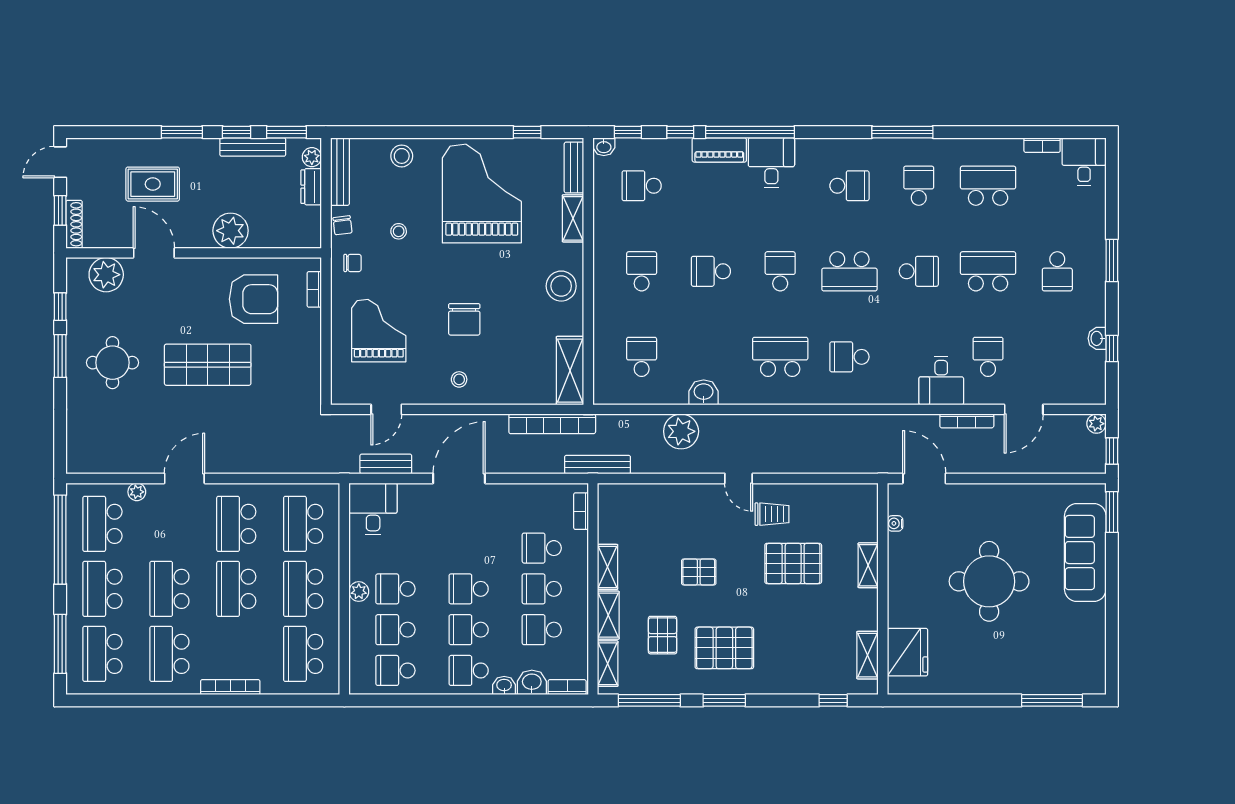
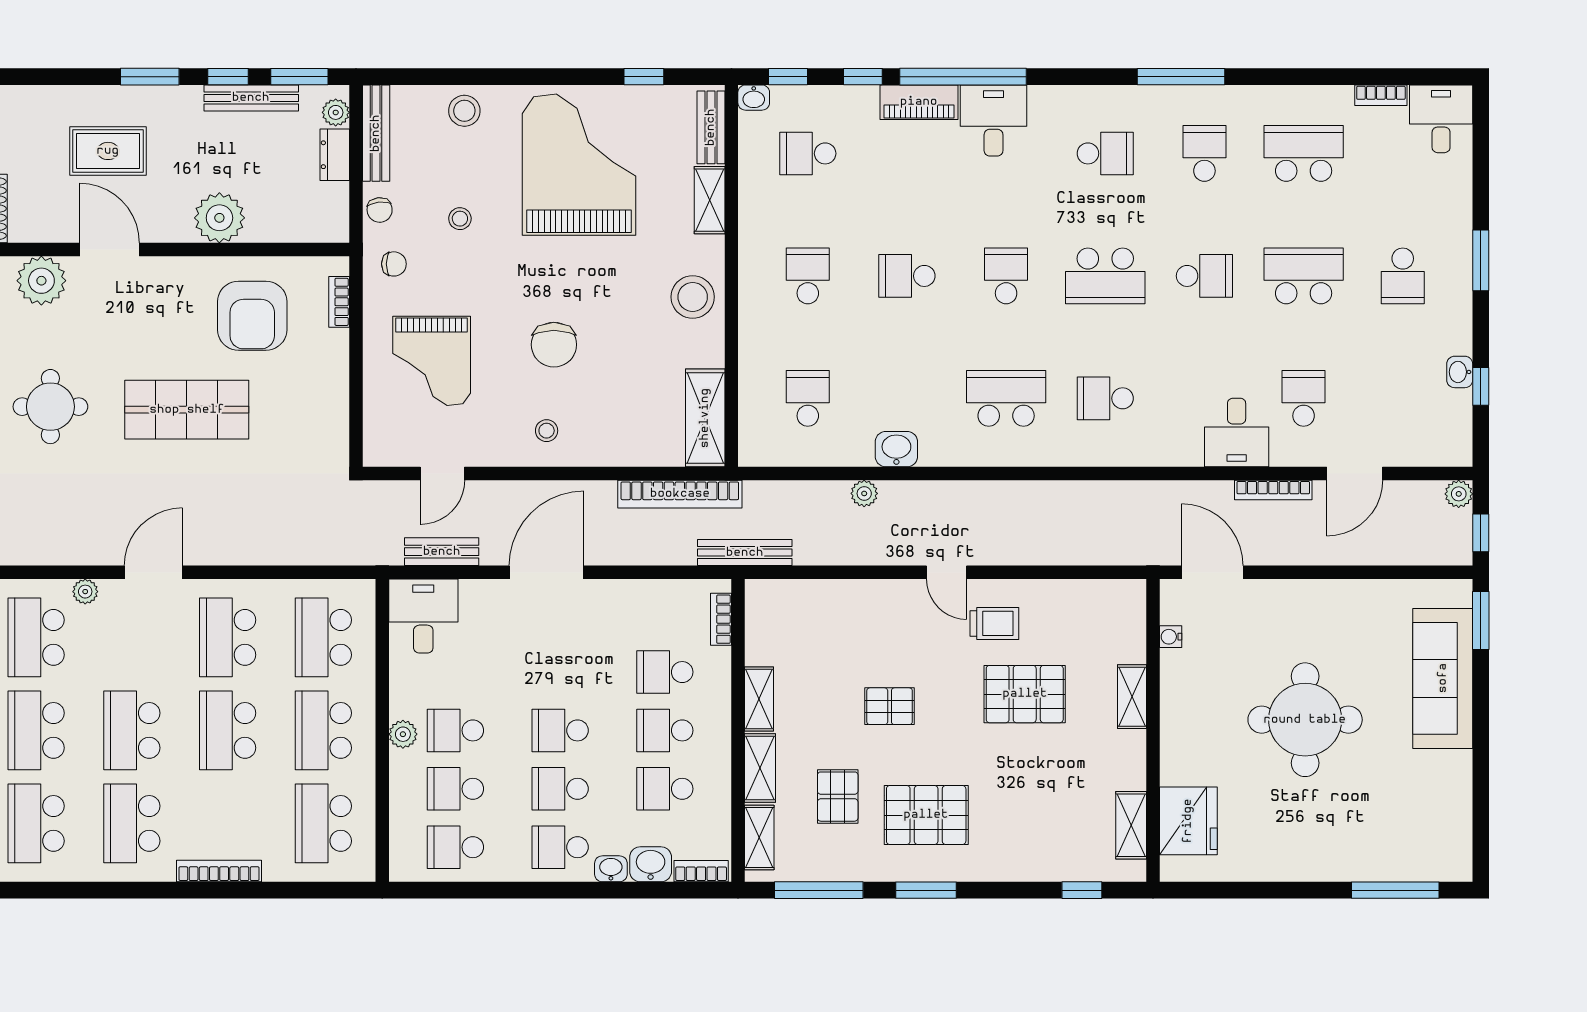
armchair: (253, 299) -> (252, 316), turned 90
grand piano: (379, 331) -> (432, 361), turned 180
plant: (681, 431) -> (864, 493), width x0.53, depth x0.53

